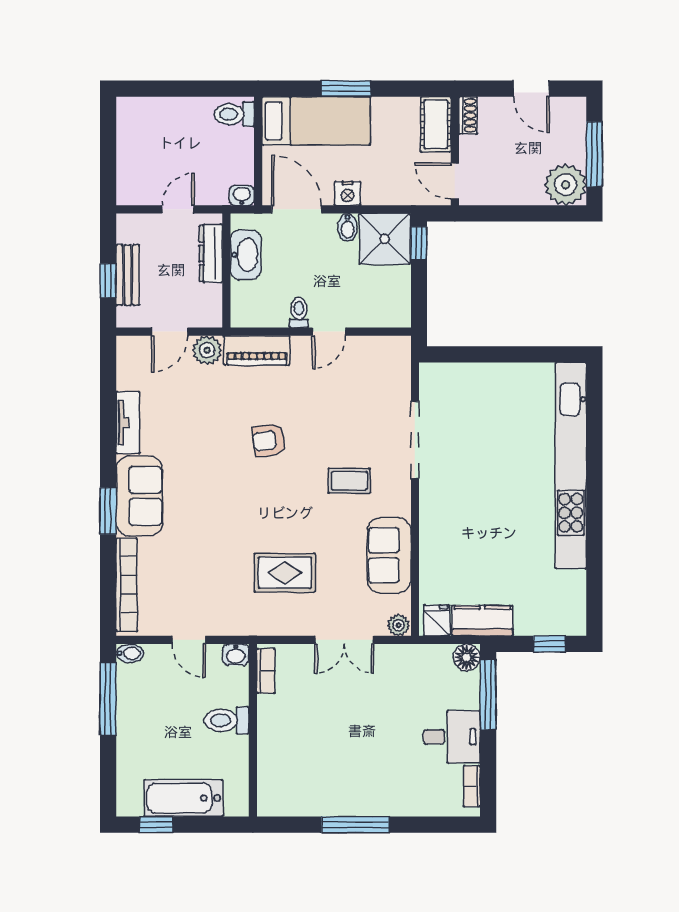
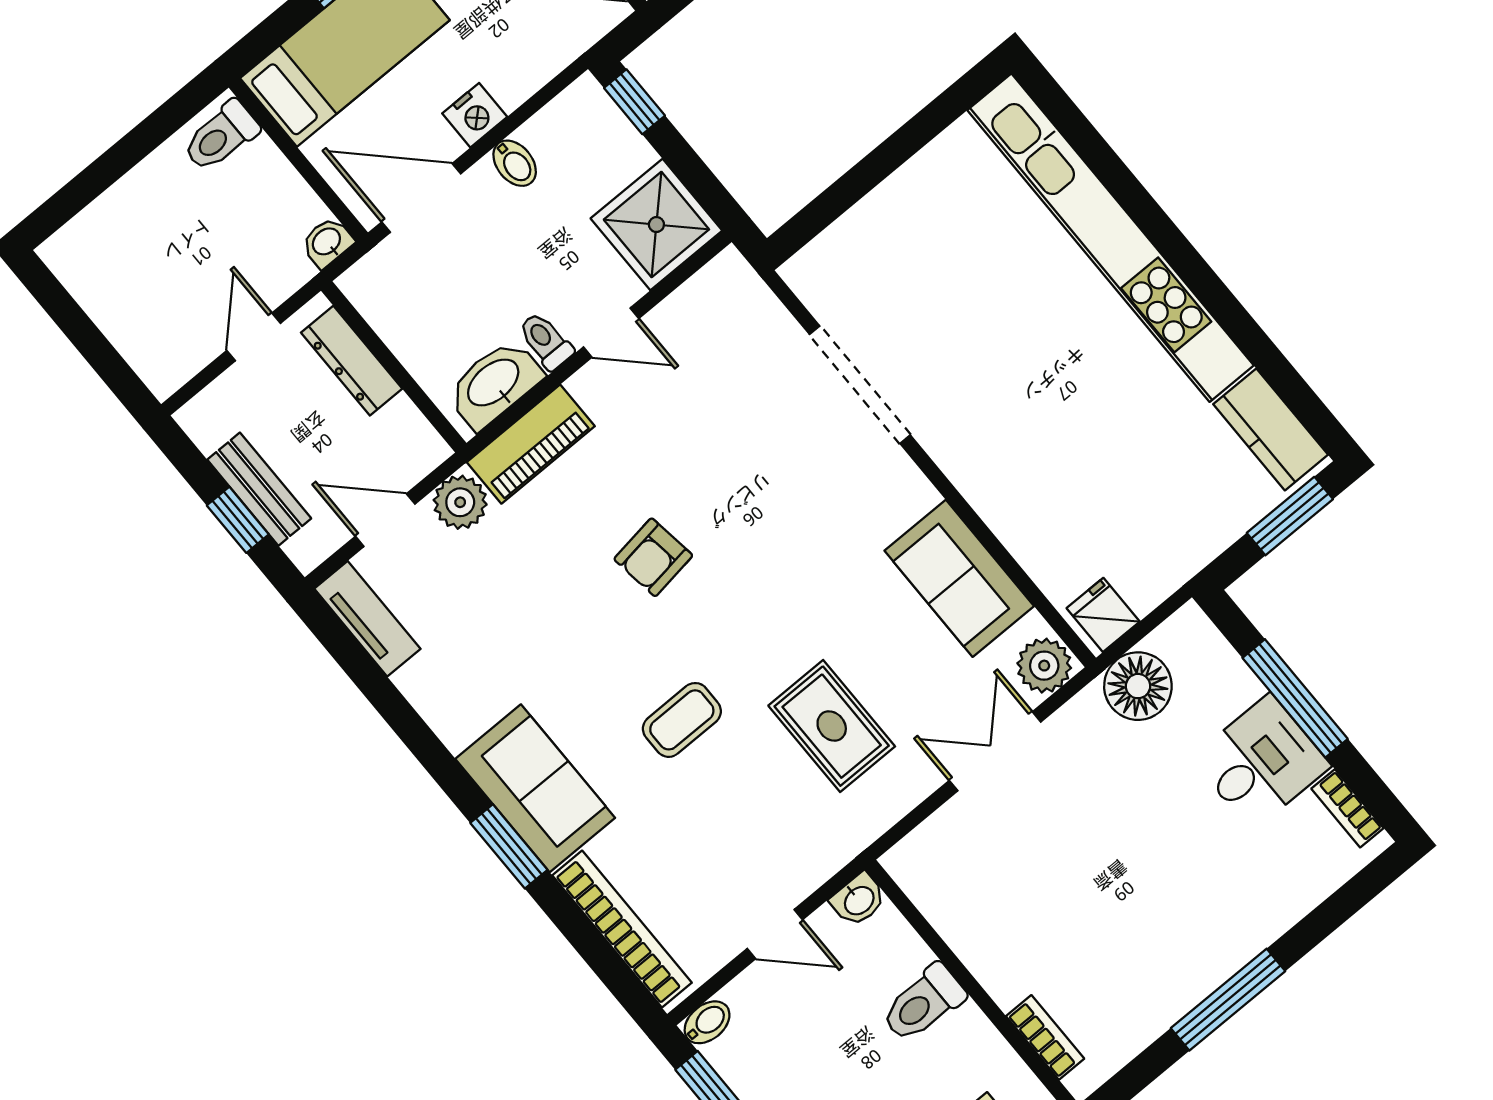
shower: (385, 239) -> (656, 225), moved
washbasin: (245, 255) -> (494, 384), moved, turned -90
door: (170, 332) -> (385, 520), swing flipped
door: (329, 332) -> (611, 333), hinge flipped
tv unit: (128, 423) -> (367, 619), moved
coffee table: (349, 481) -> (682, 720), moved
rug: (285, 573) -> (832, 726), turned 90
kitchen counter: (482, 621) -> (1271, 429), moved, turned -90
plant: (399, 625) -> (1044, 666), width x1.38, depth x1.38
double door: (344, 640) -> (995, 751), swing flipped
window: (549, 644) -> (1290, 516), width x1.50
floor lamp: (467, 657) -> (1138, 686), moved, width x1.38, depth x1.38
bookcase: (266, 671) -> (1045, 1037), moved
window: (488, 694) -> (1295, 698), moved

